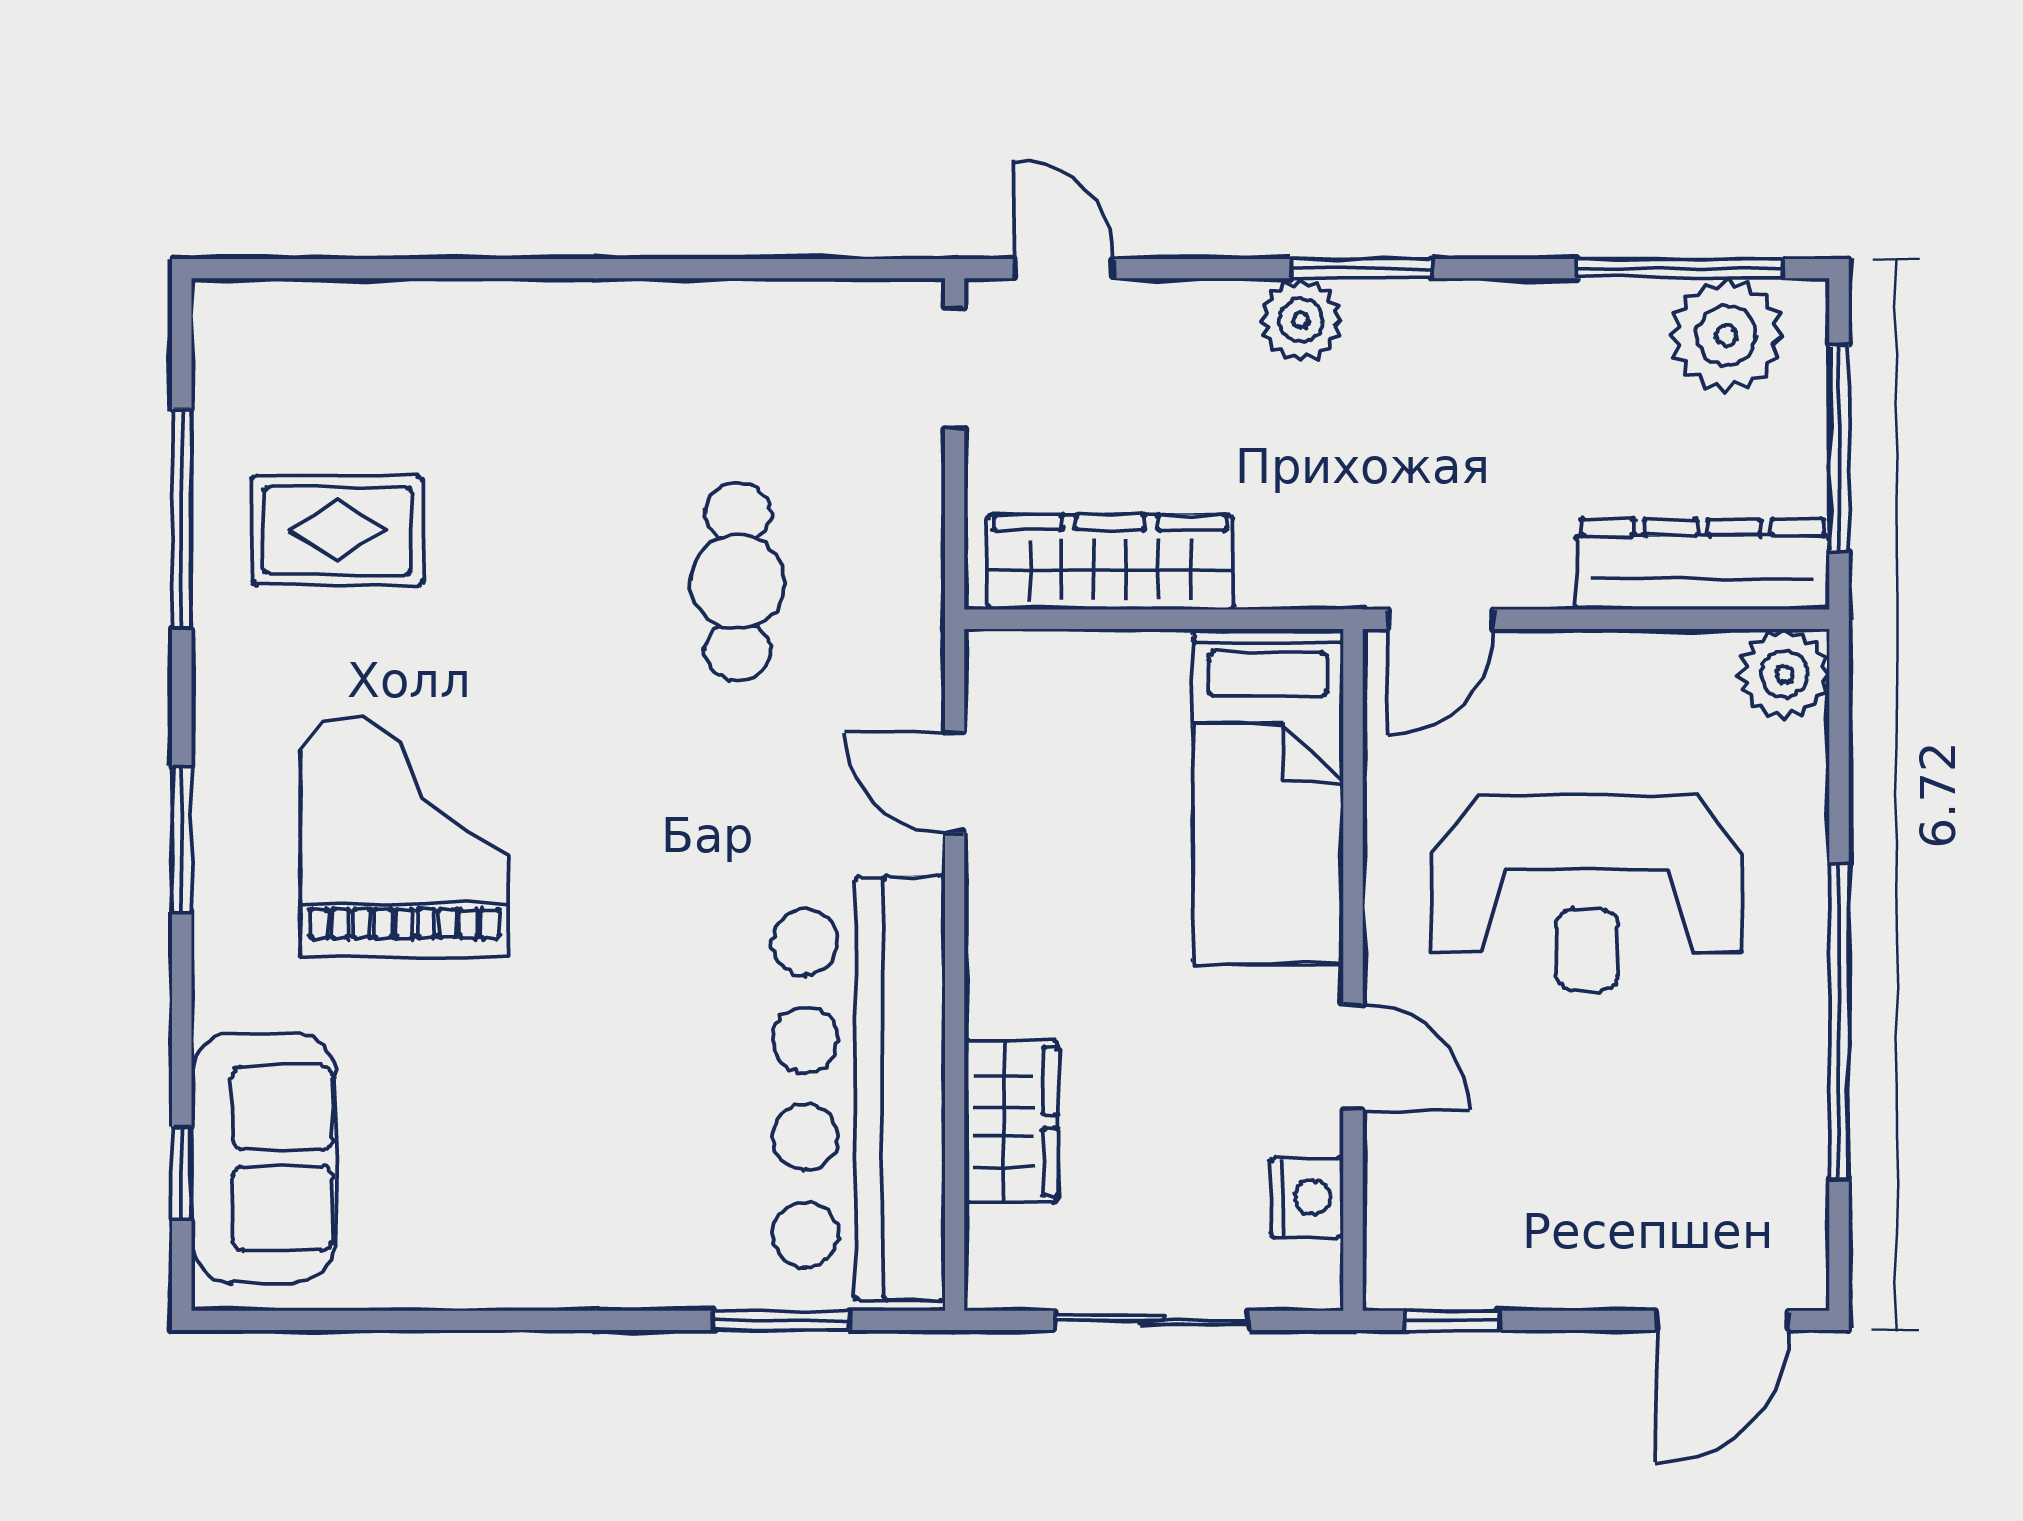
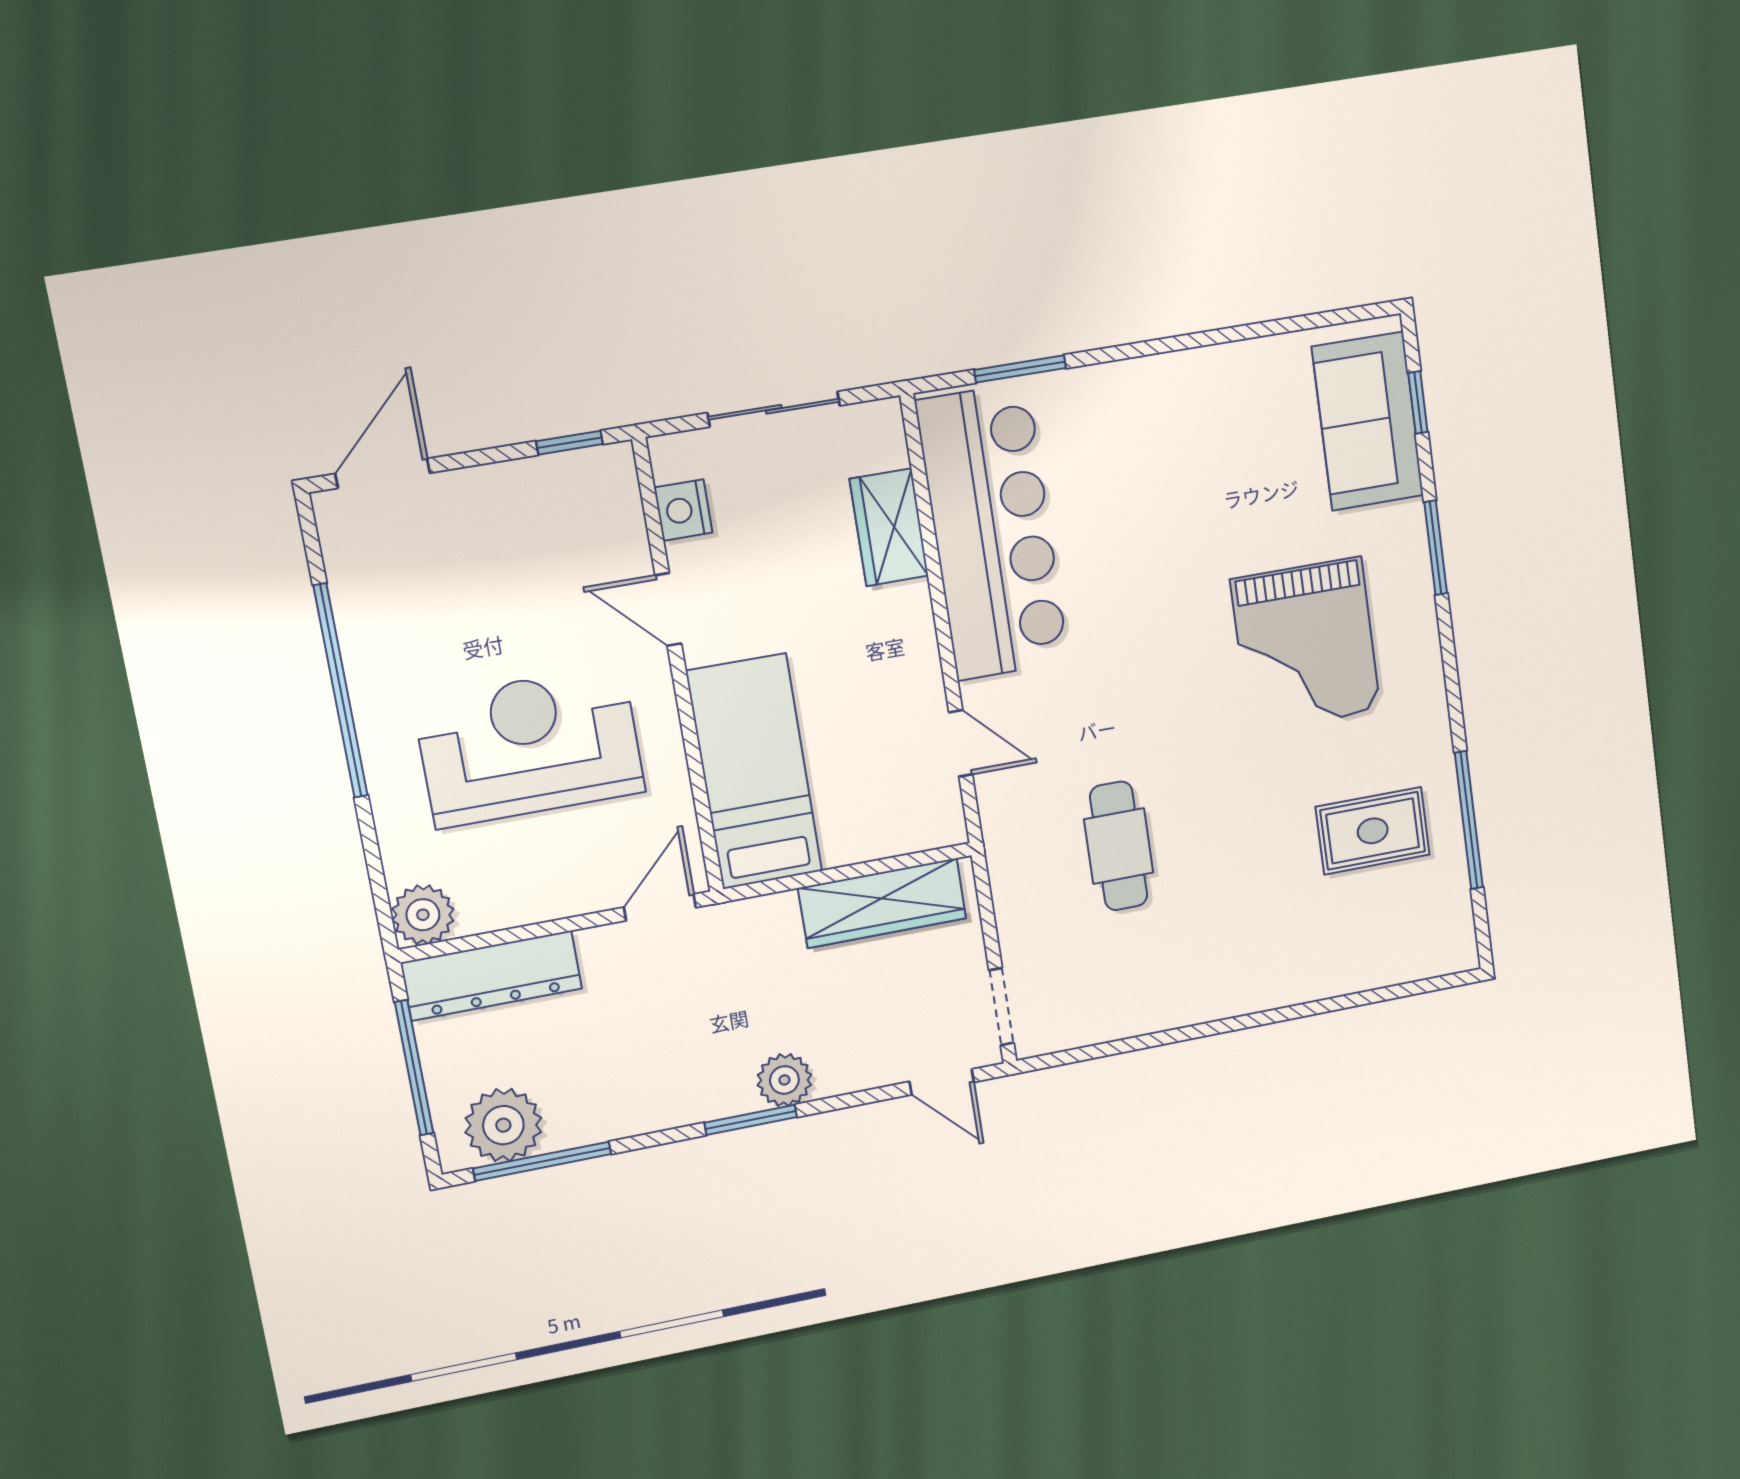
window: (182, 839) -> (1436, 548), moved

